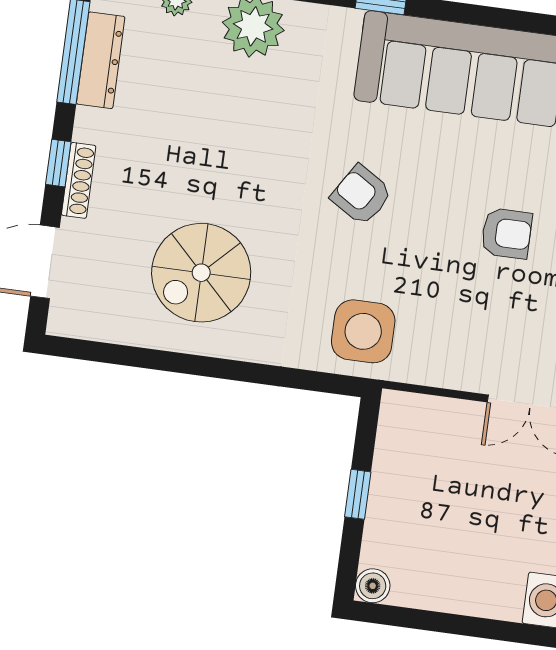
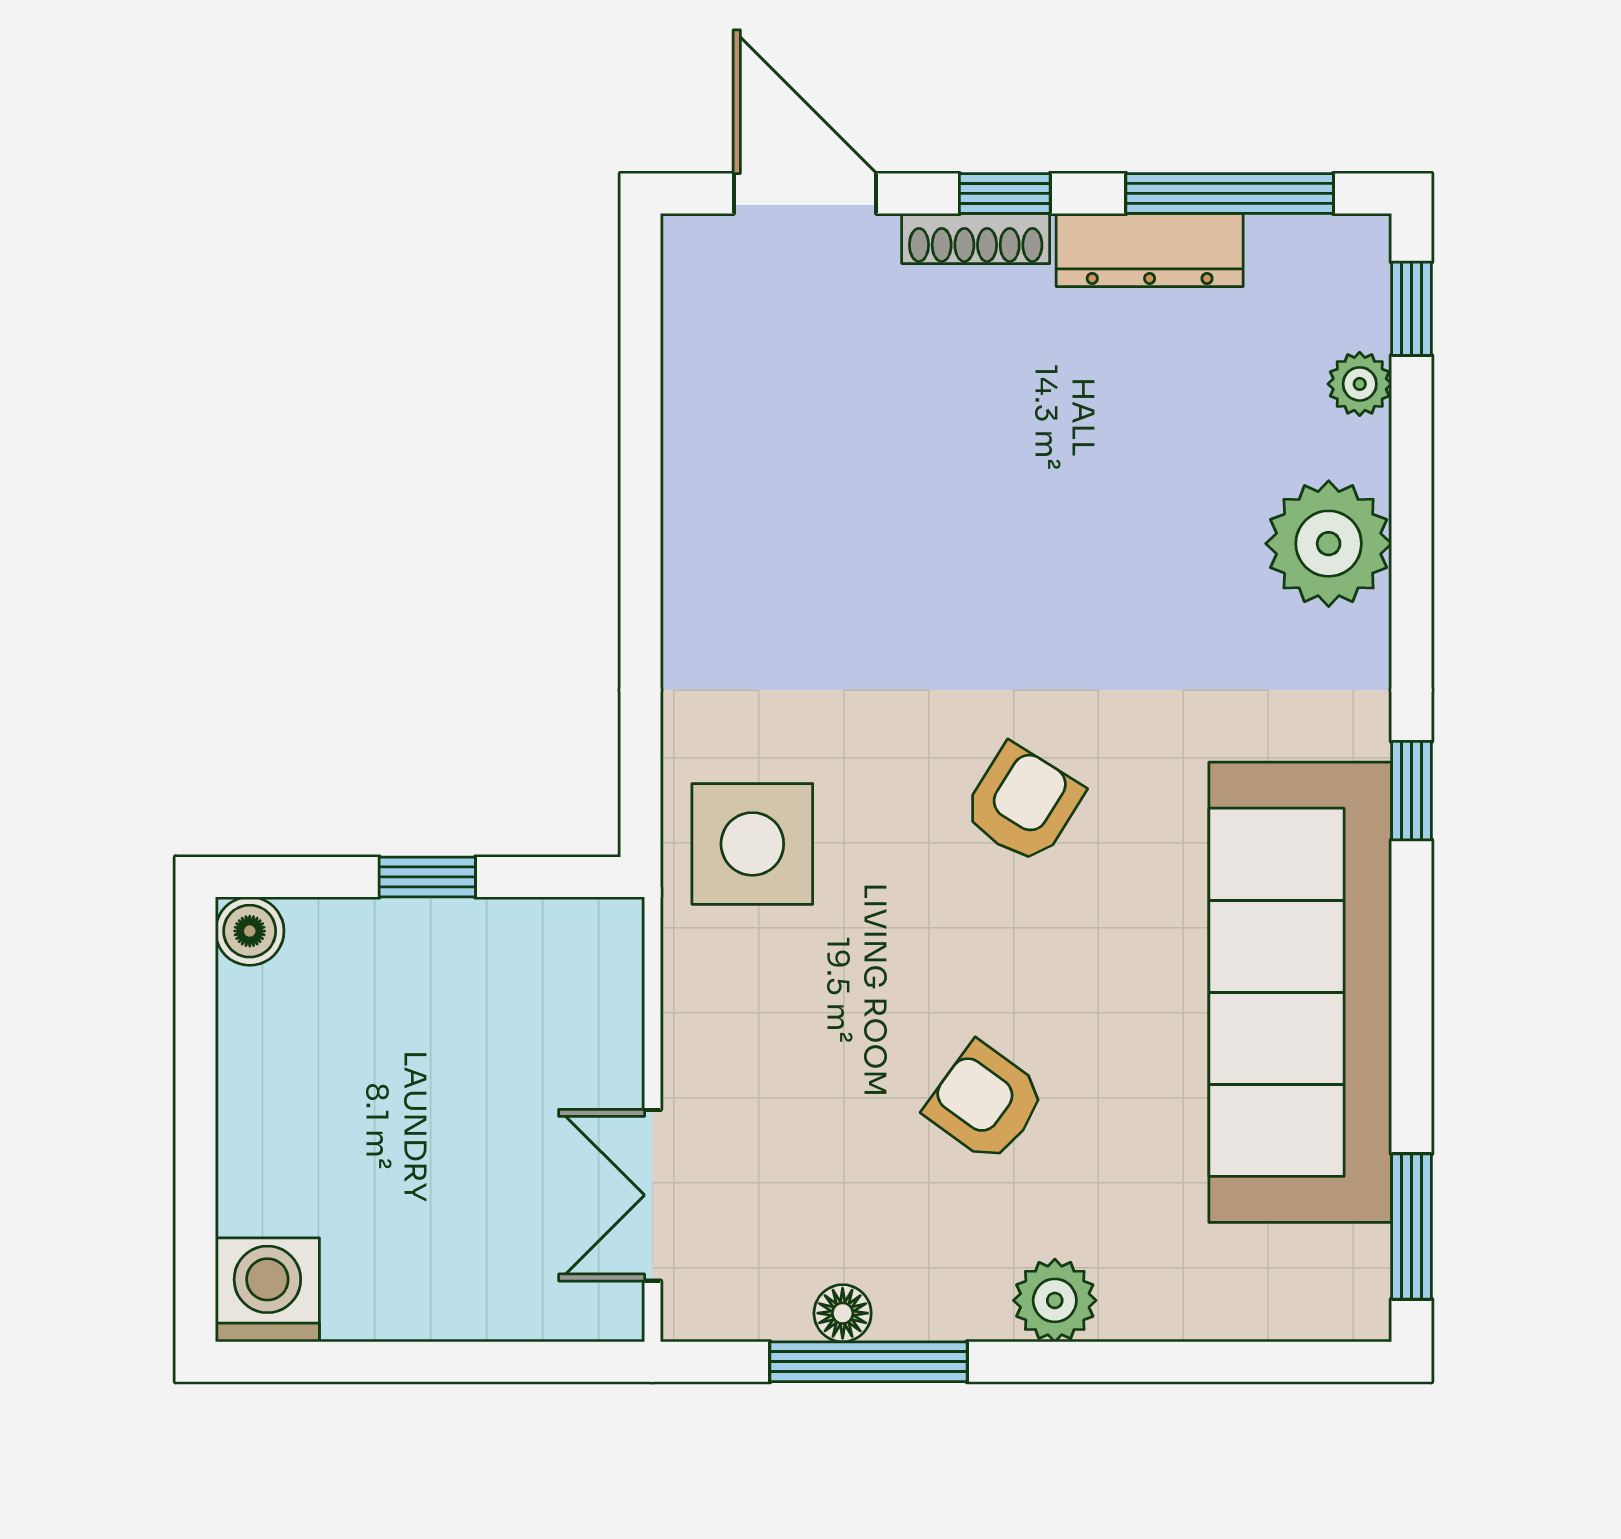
dresser: (101, 60) -> (1150, 250), moved
armchair: (507, 233) -> (986, 1102), turned 126
spiral stairs: (201, 273) -> (825, 506), removed

